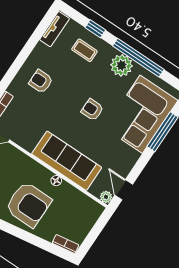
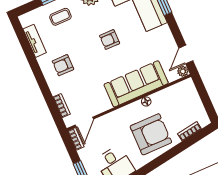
tv unit: (55, 29) -> (35, 41), moved
door: (124, 190) -> (186, 54), hinge flipped
bookcase: (66, 244) -> (189, 131), moved

